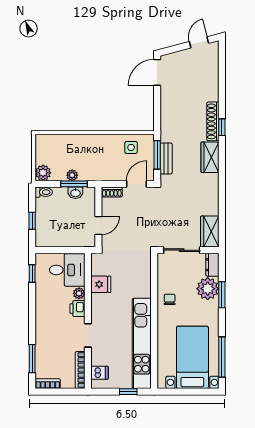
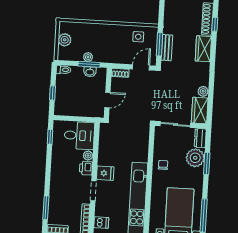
plant: (43, 173) -> (65, 40), moved
plant: (212, 208) -> (203, 91), added
fridge: (101, 284) -> (105, 173), moved

